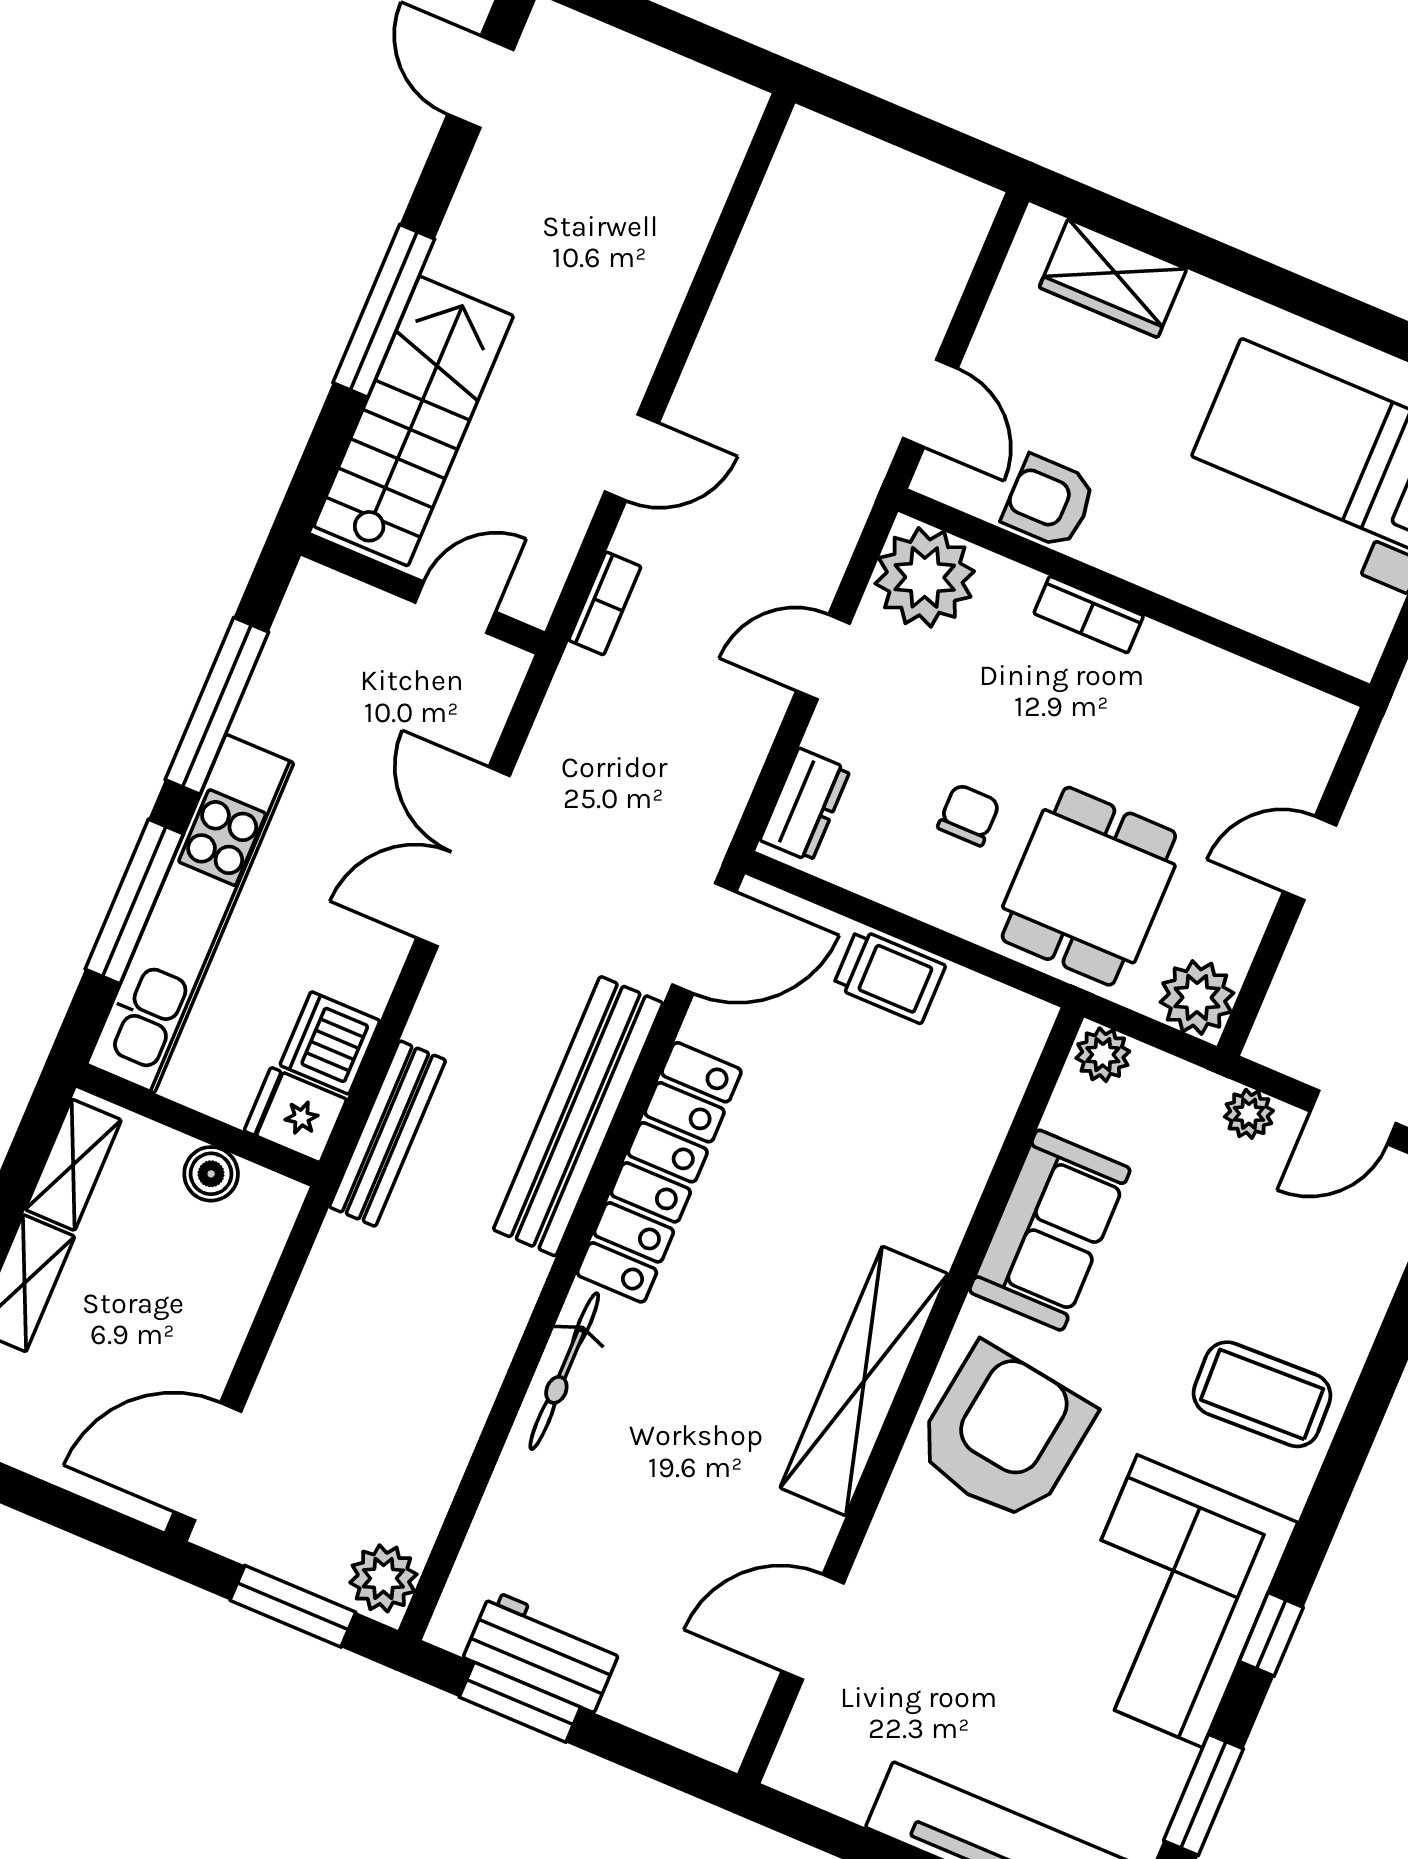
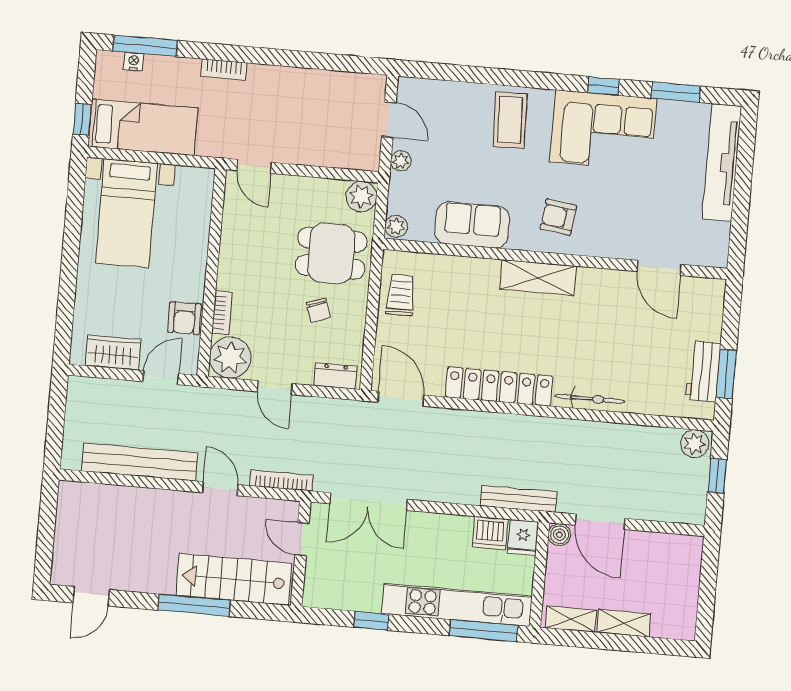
wardrobe: (1113, 278) -> (113, 353), moved, turned -90
bookcase: (605, 603) -> (281, 481), width x1.56
bookcase: (1089, 615) -> (222, 313), moved
window: (217, 706) -> (371, 621), width x0.46
chair: (969, 815) -> (318, 310), turned -110
double door: (463, 857) -> (368, 502), moved
door: (1310, 858) -> (254, 166), moved
window: (134, 901) -> (483, 631), moved
trolley: (889, 976) -> (401, 295), moved
bench: (578, 1116) -> (139, 462), moved
boiler: (211, 1174) -> (559, 535), moved
shelving: (864, 1381) -> (538, 278), width x0.68
armchair: (1004, 1434) -> (558, 217), width x0.53, depth x0.53
door: (208, 1462) -> (600, 522), moved
window: (293, 1606) -> (717, 476), width x0.67

